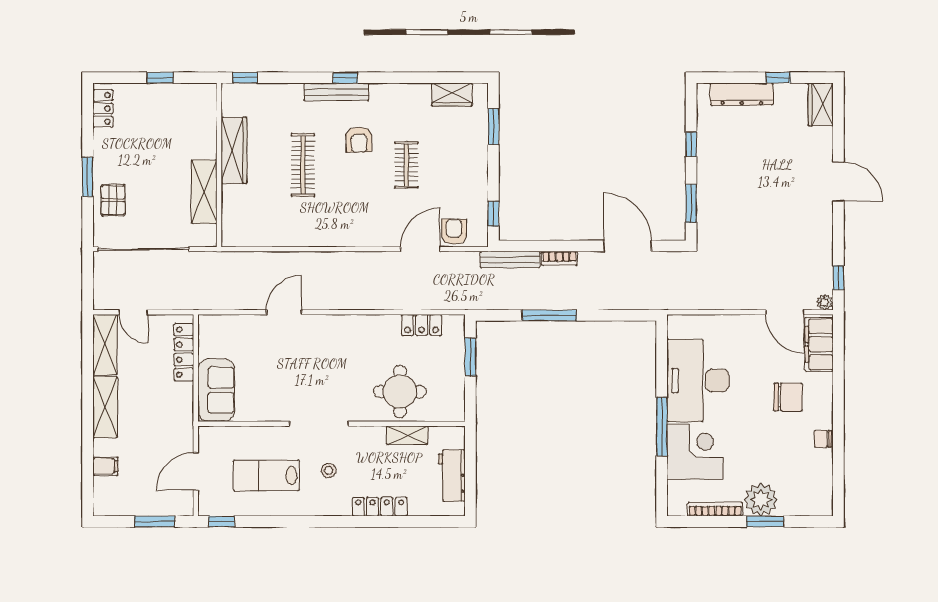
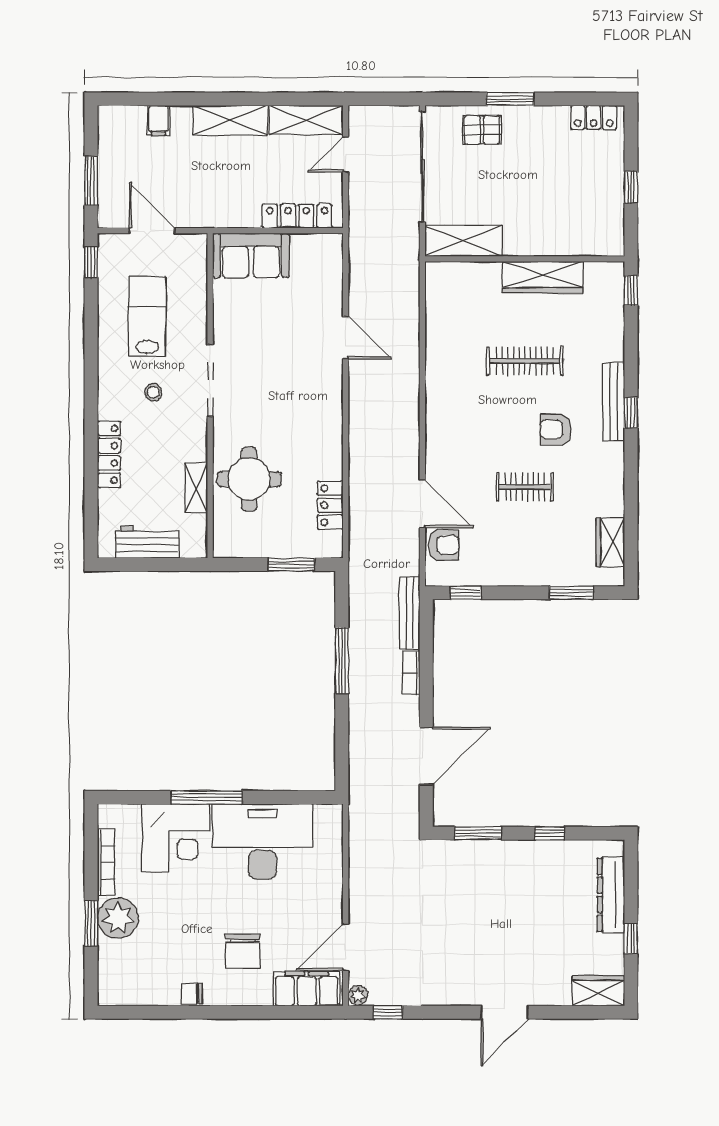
shelving: (204, 192) -> (464, 241), moved
chair: (823, 439) -> (191, 993), turned -90

